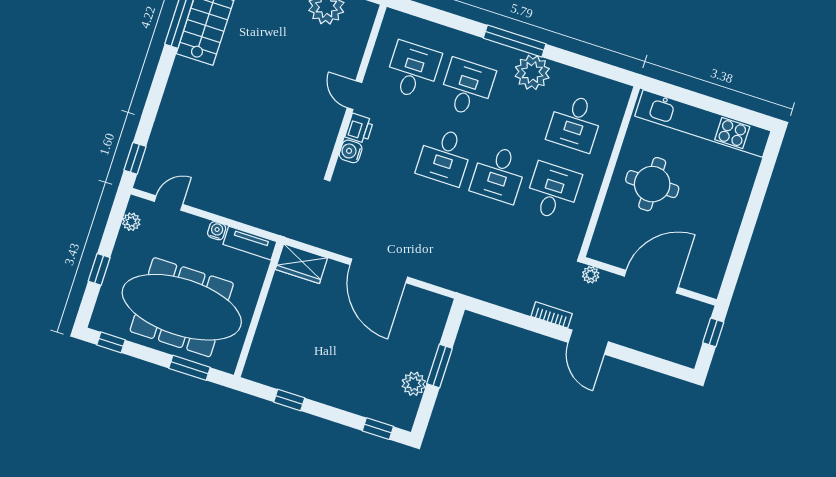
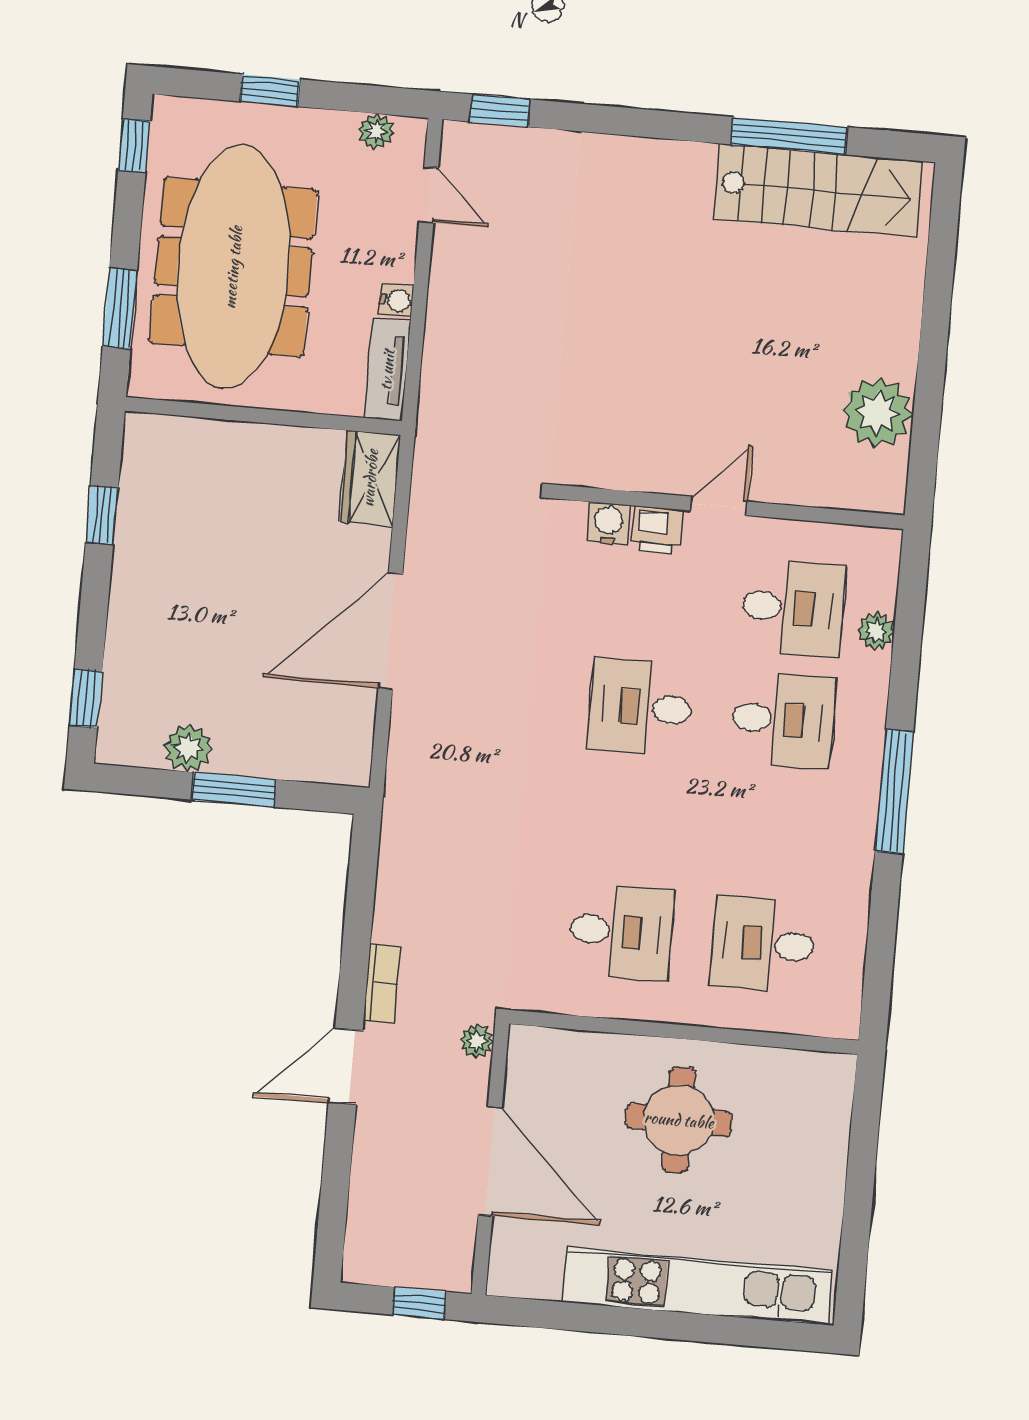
plant: (532, 72) -> (876, 631), moved, width x0.53, depth x0.53
kitchen unit: (703, 124) -> (698, 1286), moved, turned 90
desk: (499, 174) -> (631, 819), removed

